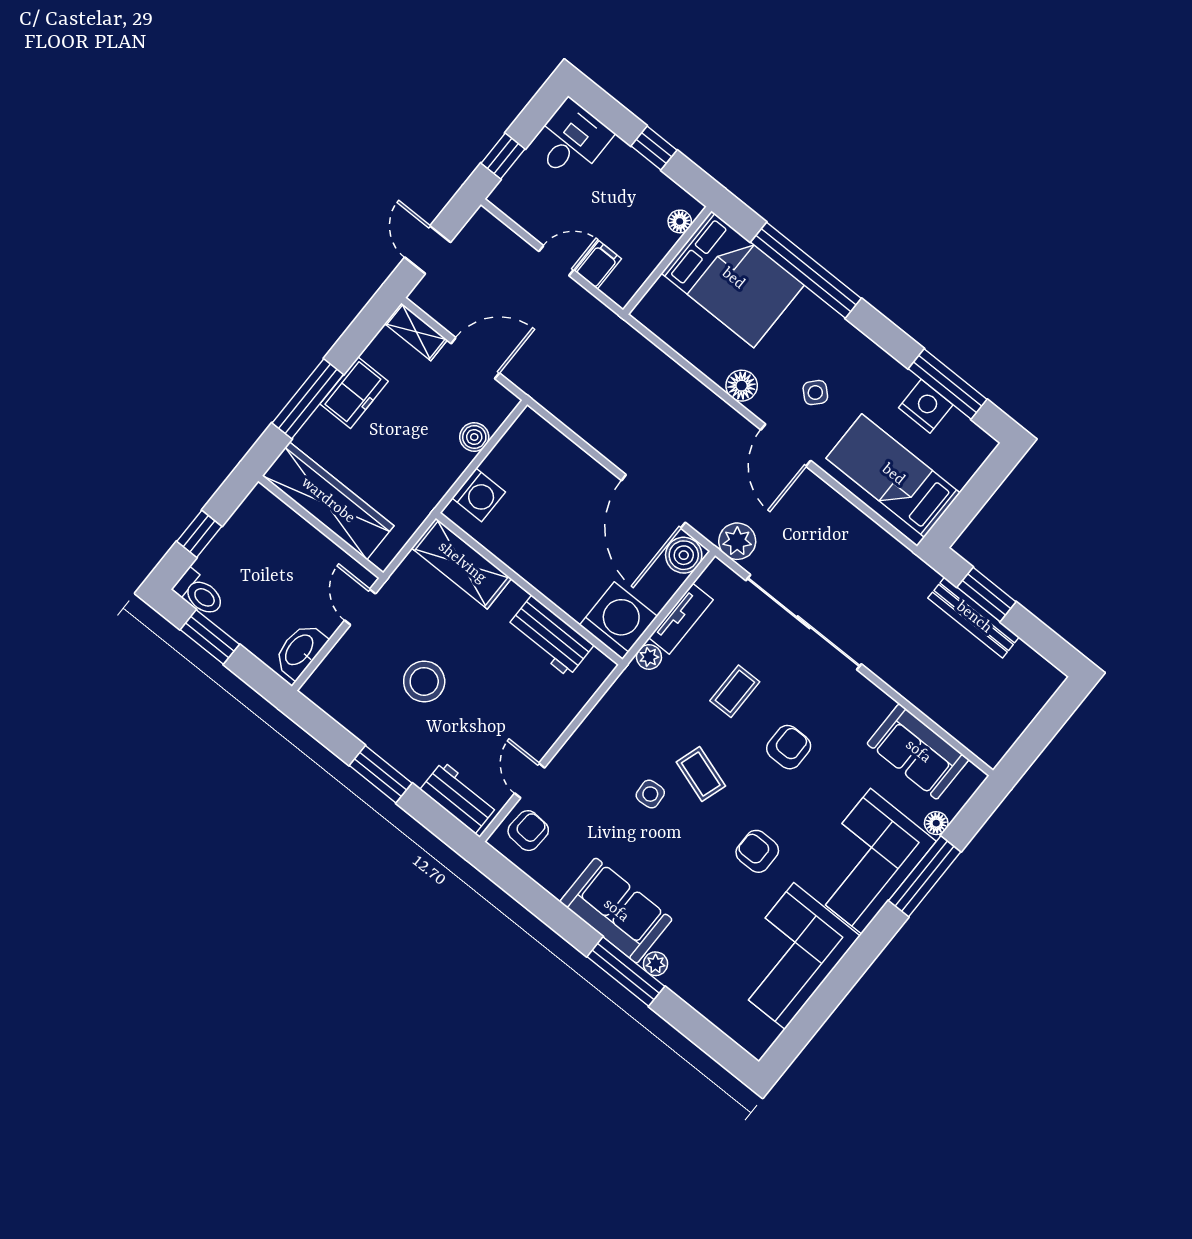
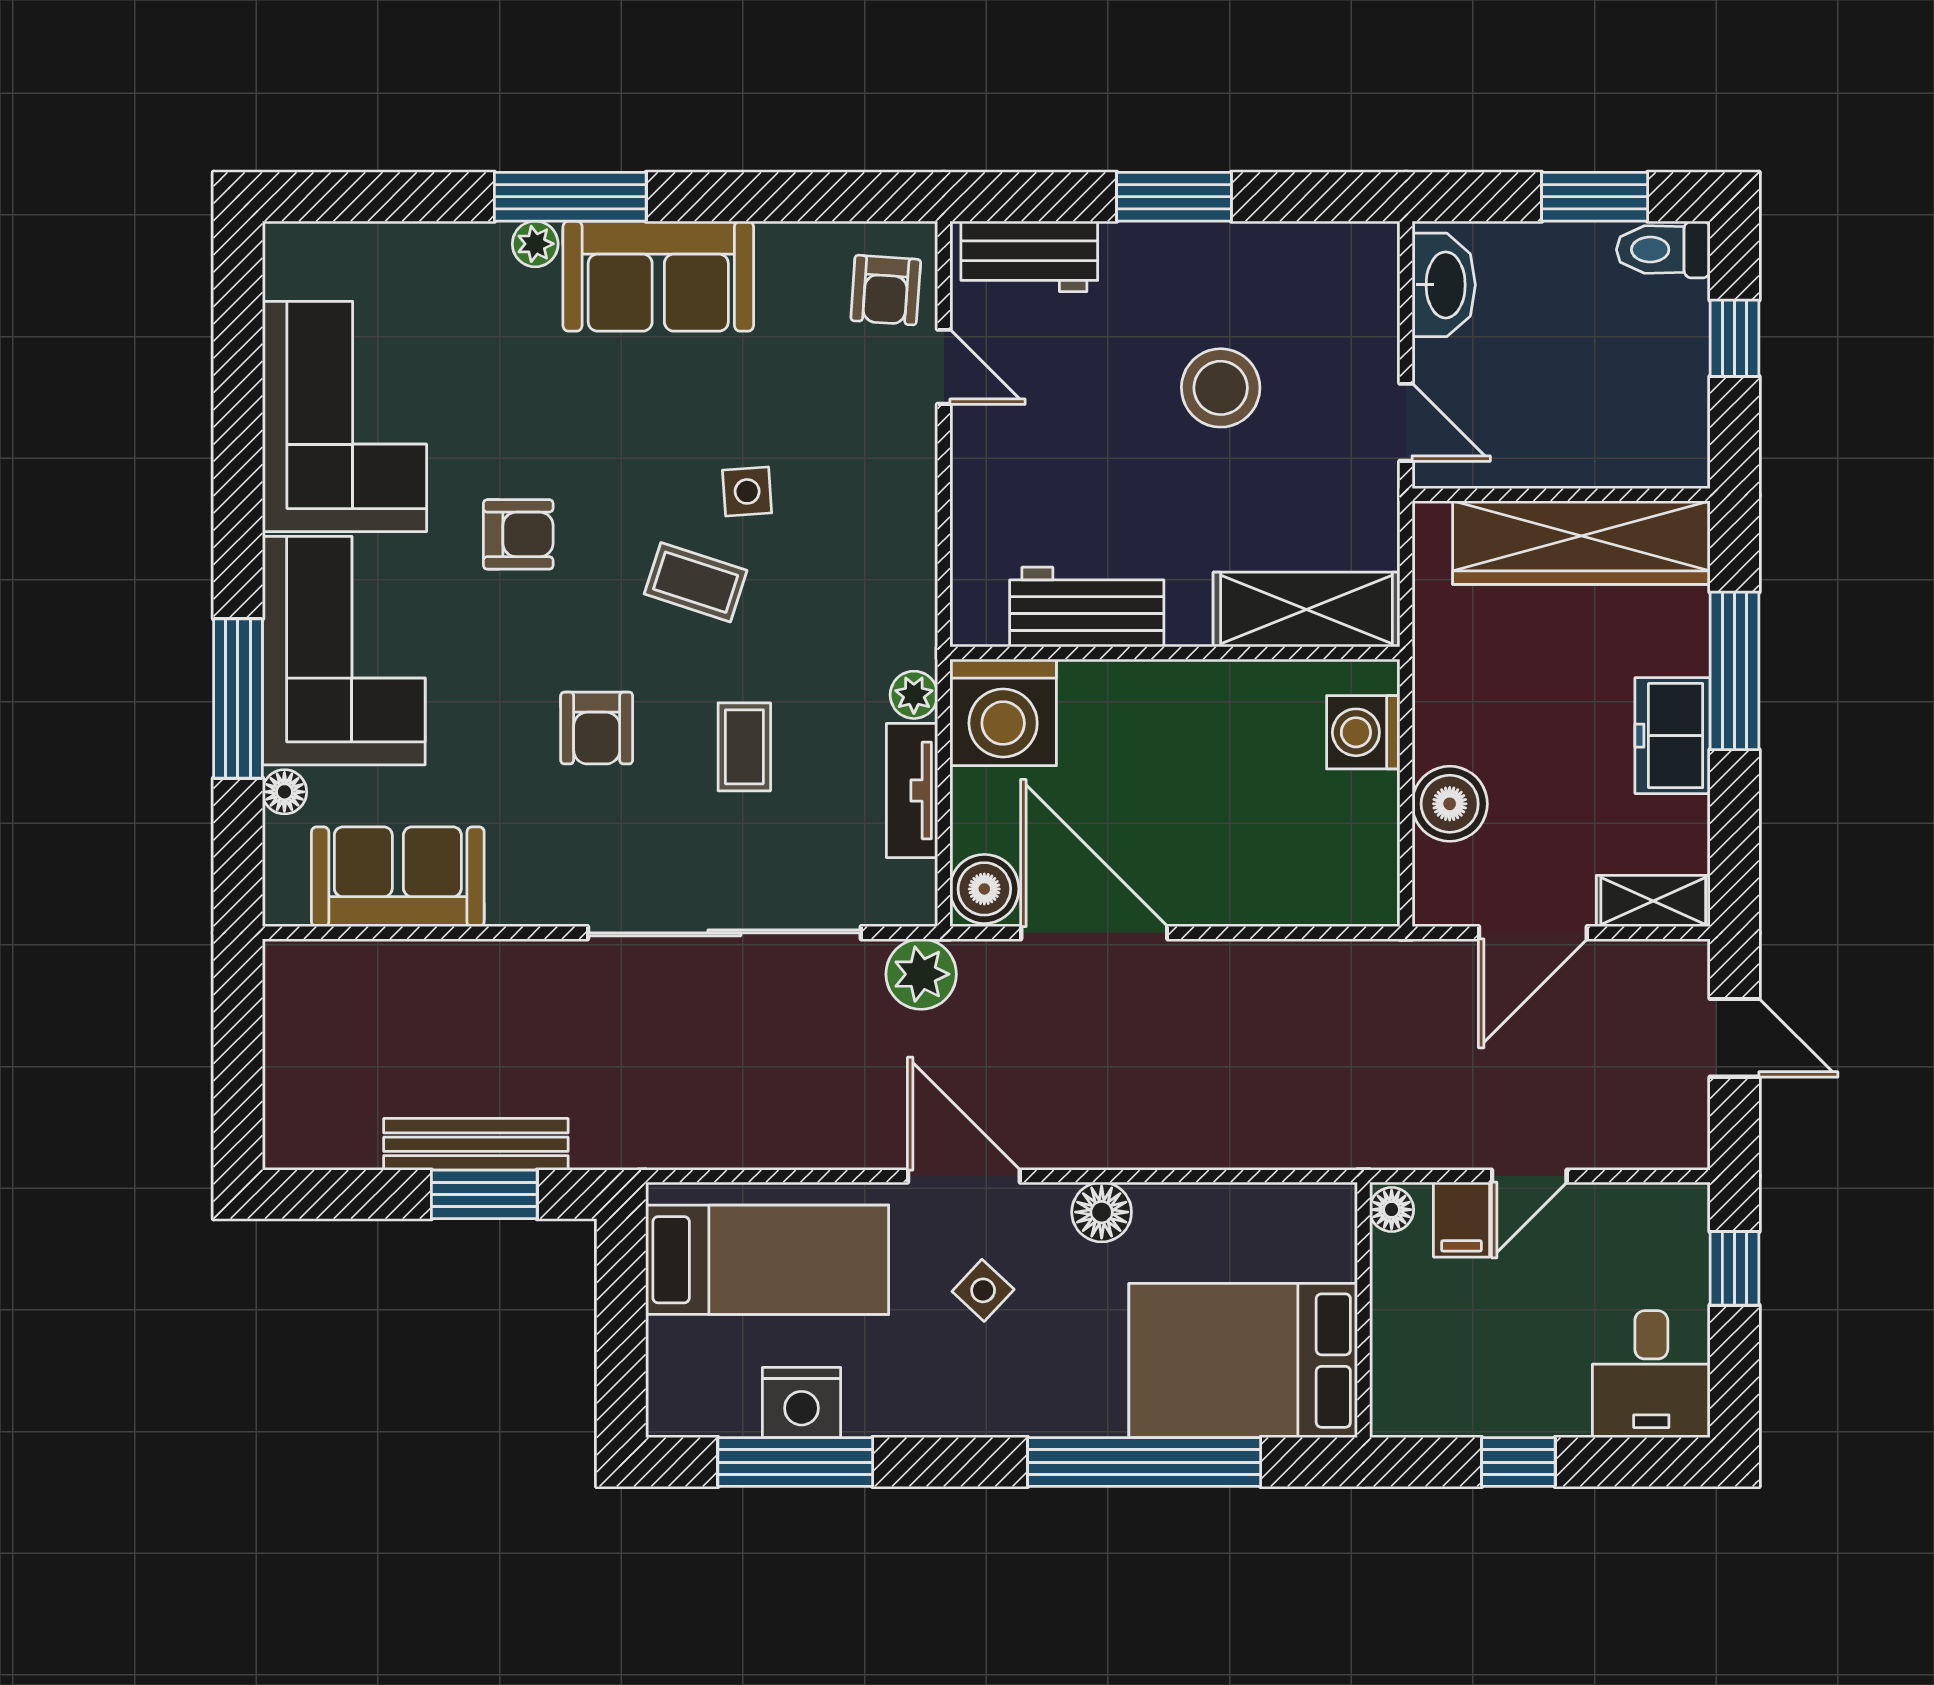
floor lamp: (680, 221) -> (1392, 1210), moved
boiler: (474, 437) -> (1450, 804), width x1.36, depth x1.36

